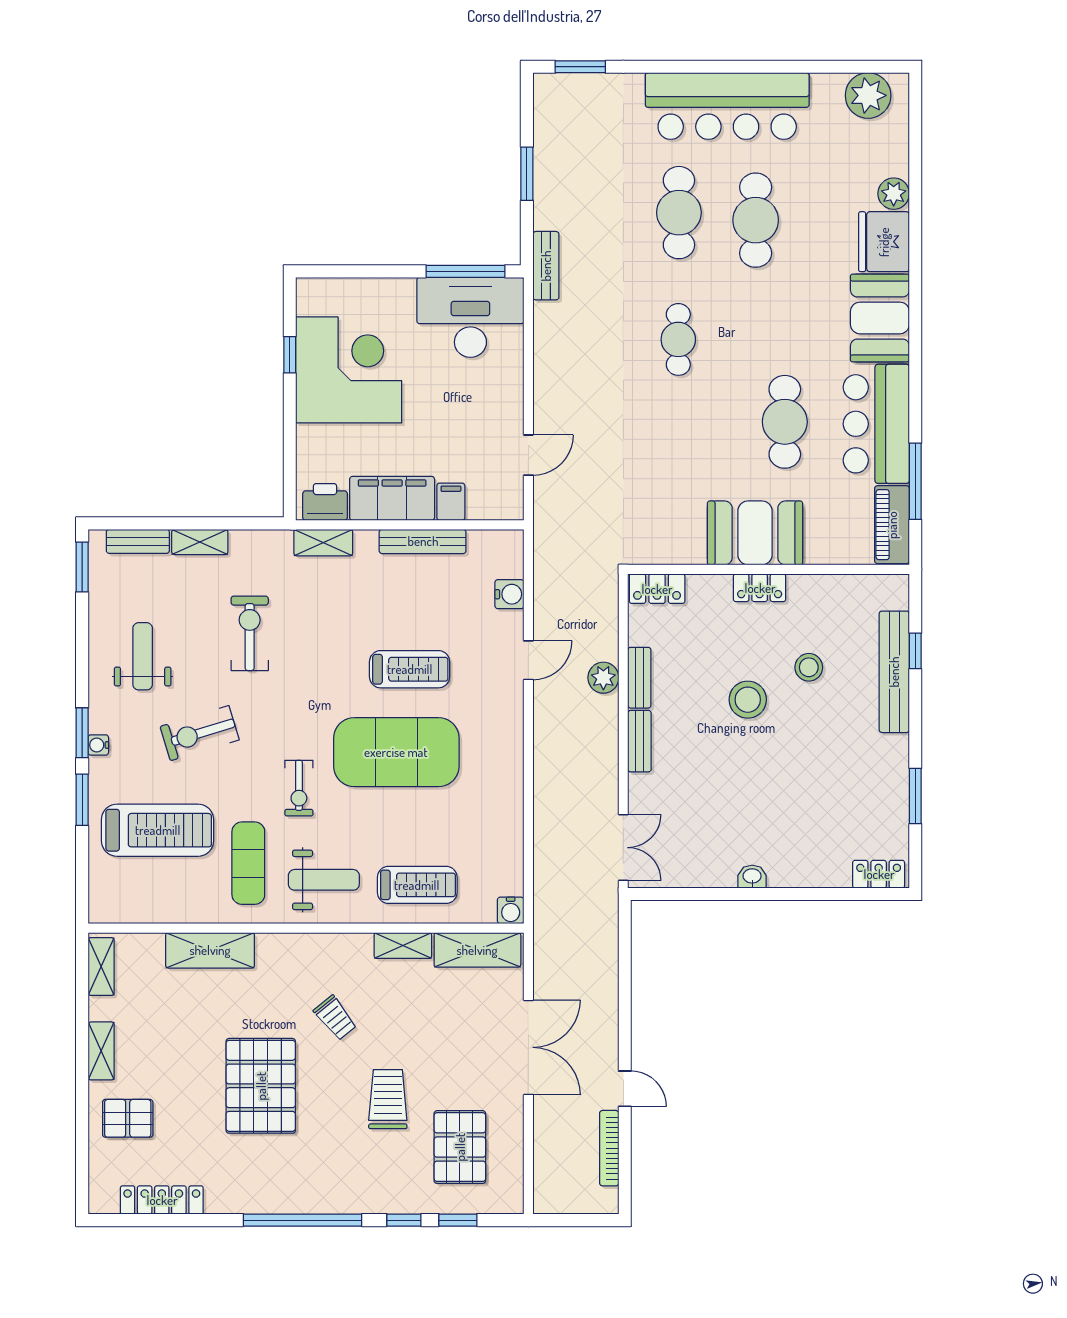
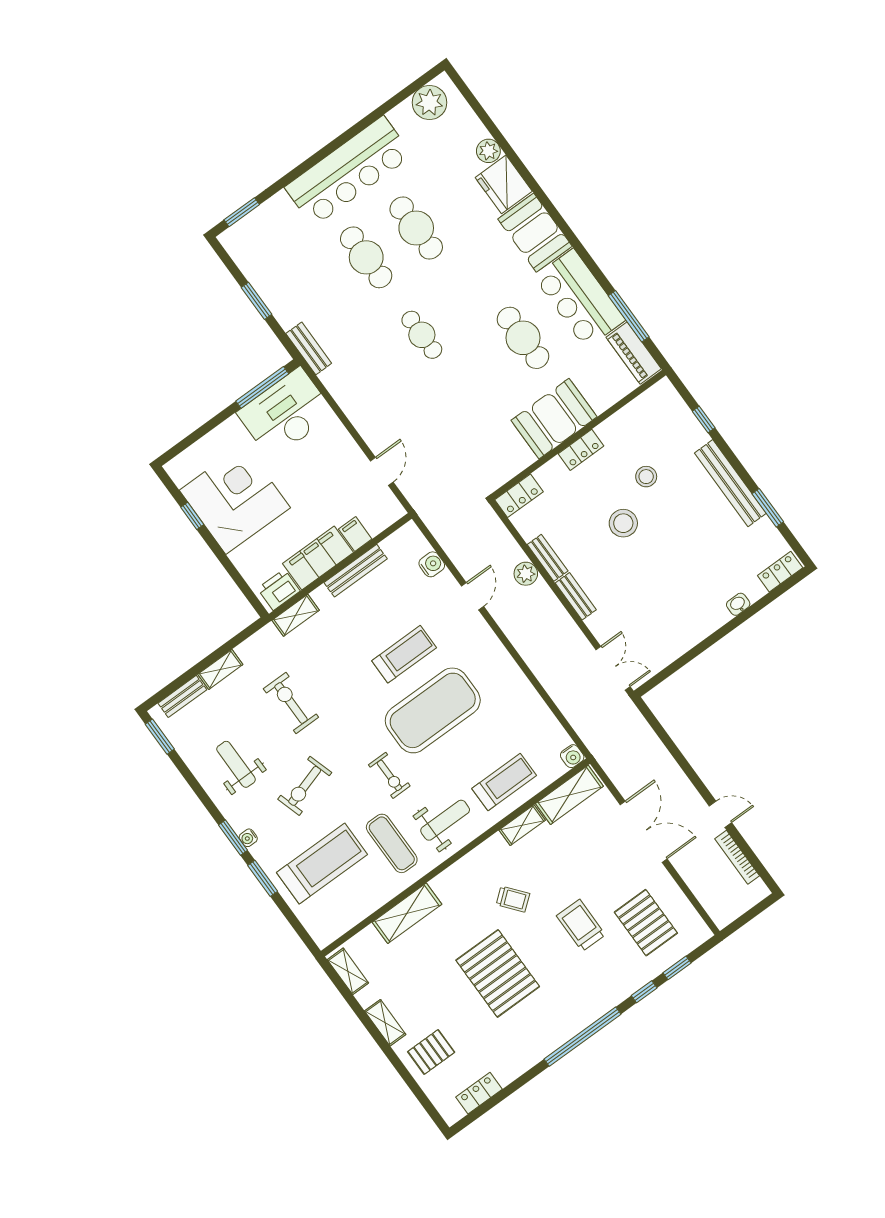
bench: (894, 672) -> (730, 483), moved
washbasin: (752, 877) -> (738, 604), moved
locker: (162, 1200) -> (479, 1093), width x0.66

